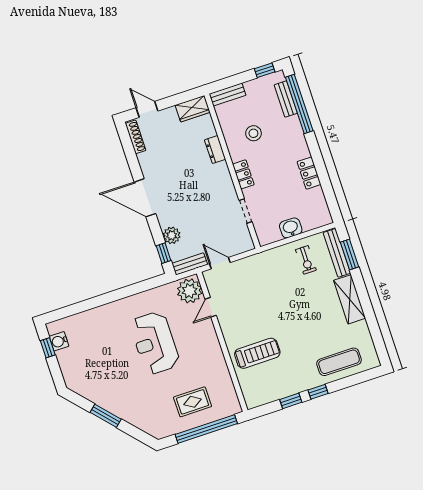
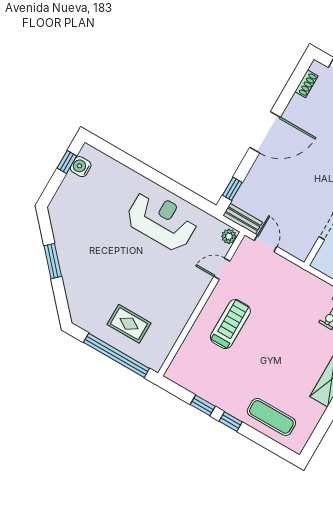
shoe rack: (136, 137) -> (306, 84), width x0.70
door: (145, 198) -> (265, 132), swing flipped
plant: (172, 235) -> (253, 182), removed
plant: (190, 291) -> (229, 236), width x0.53, depth x0.53
reception desk: (155, 343) -> (162, 220), moved, turned 90
treadmill: (257, 353) -> (230, 324), moved, turned -90

